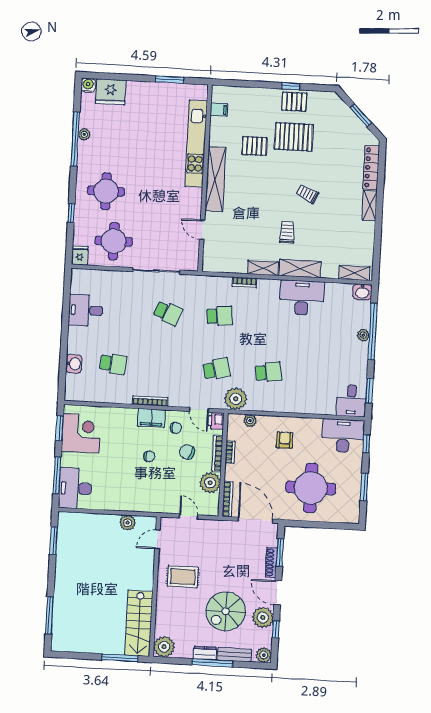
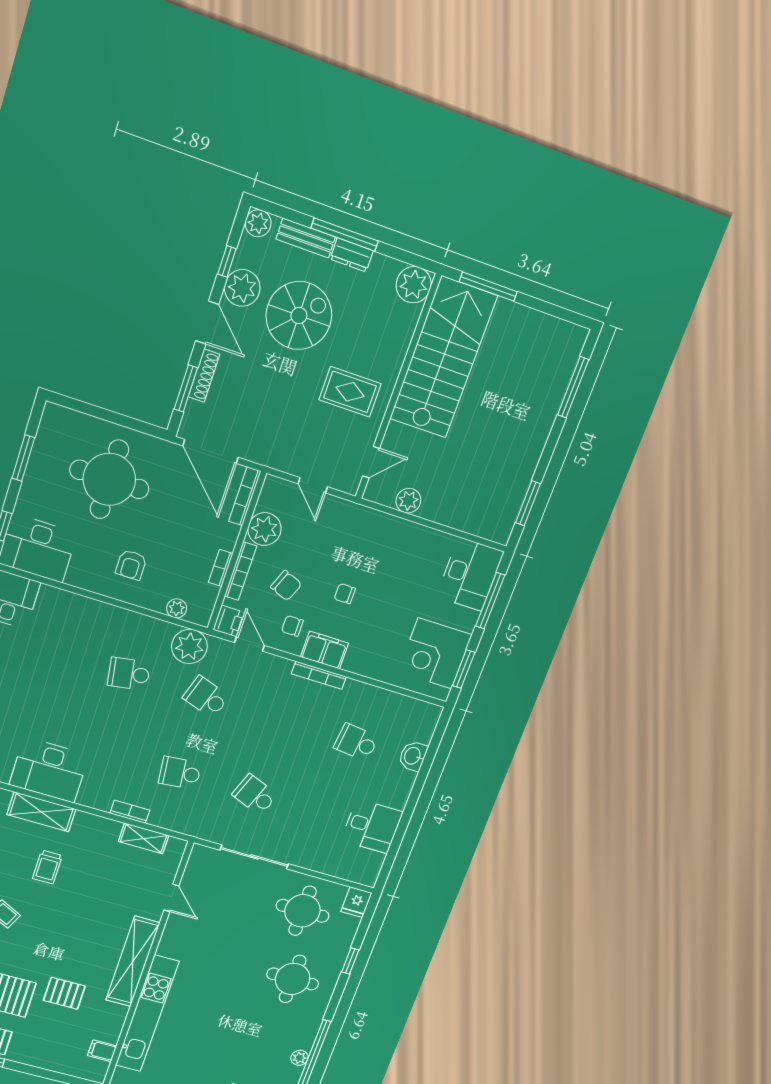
shelving: (263, 268) -> (144, 838), moved
school desk: (217, 369) -> (206, 697), turned 33
stairs: (139, 623) -> (443, 358), width x1.36, depth x1.51

